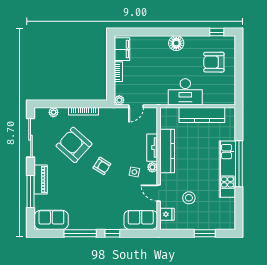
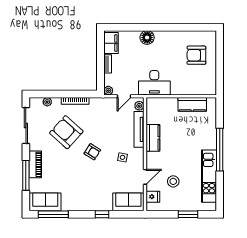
window: (217, 32) -> (199, 27), removed
floor lamp: (176, 43) -> (147, 38), moved
desk: (185, 92) -> (154, 83), moved
kitchen counter: (202, 115) -> (192, 104), width x0.67
tv unit: (152, 148) -> (139, 129), width x1.41
kitchen counter: (167, 151) -> (153, 138), width x0.67
plant: (152, 167) -> (139, 106), moved
kitchen unit: (227, 169) -> (209, 176), moved
door: (159, 193) -> (145, 177), swing flipped
window: (80, 233) -> (53, 214), moved

